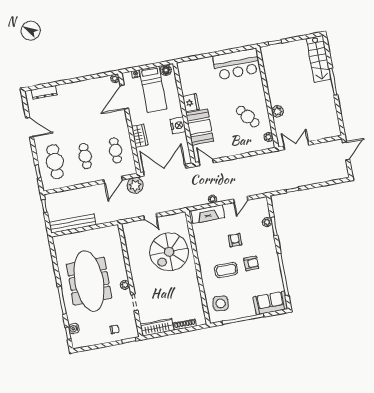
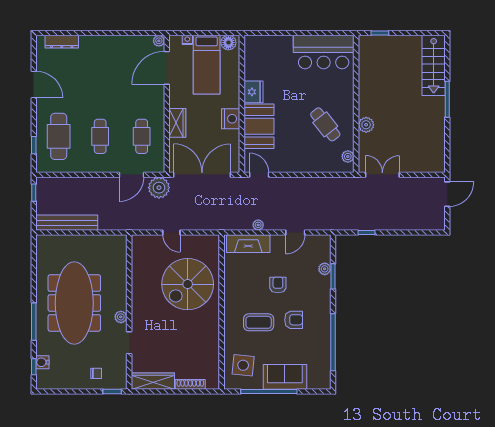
sofa: (270, 303) -> (285, 377), moved

